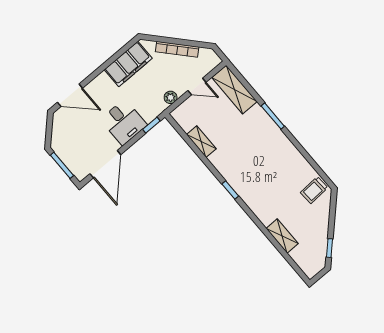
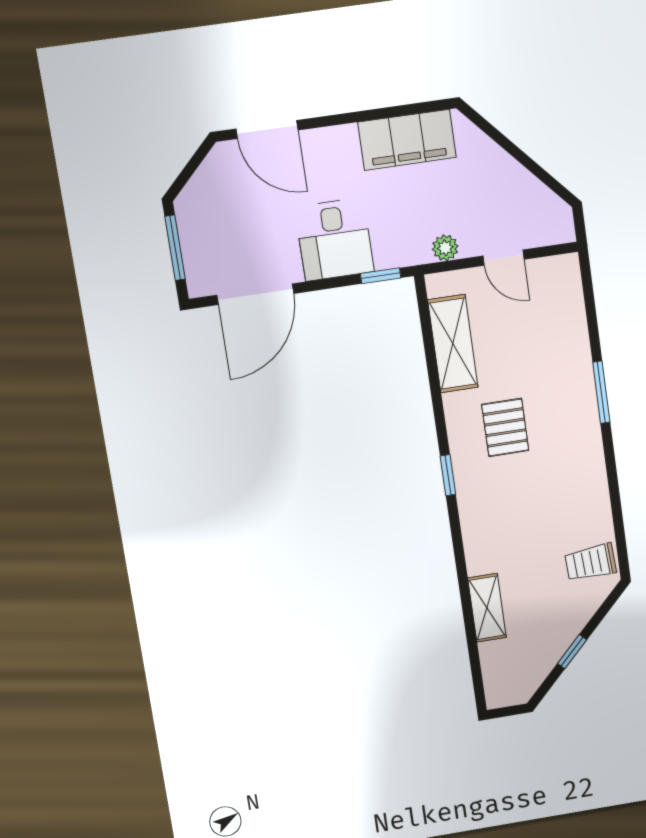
bookcase: (177, 49) -> (510, 169), removed
shelving: (234, 89) -> (565, 304), removed
shelving: (201, 142) -> (453, 344), width x1.50, depth x1.33
pallet: (242, 155) -> (505, 427), added
window: (329, 248) -> (572, 652), moved

